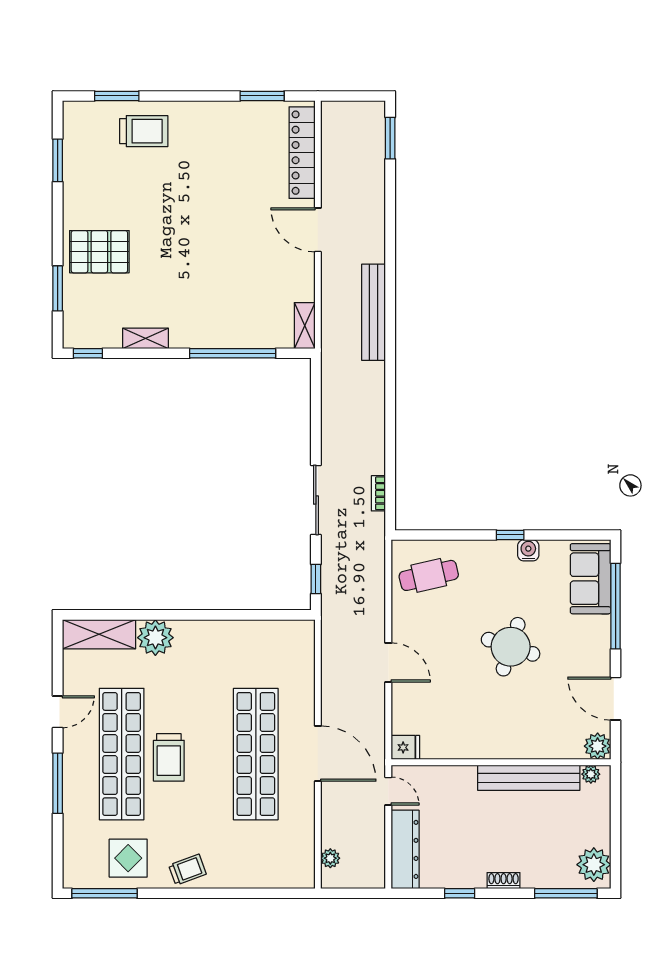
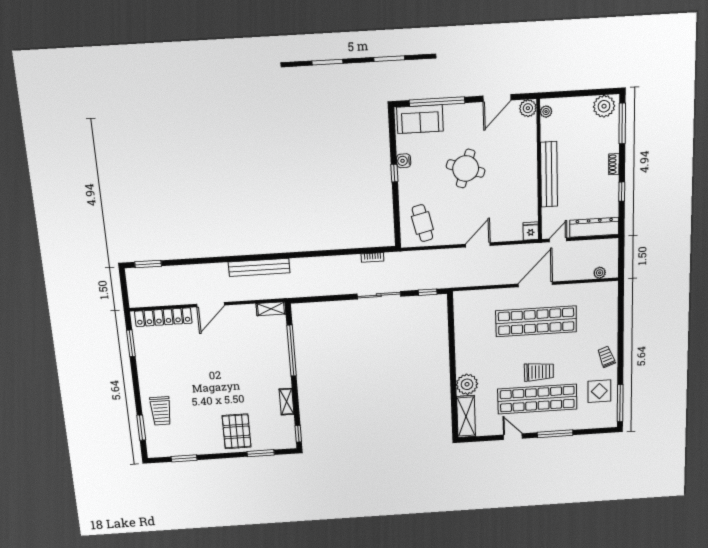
trolley: (144, 131) -> (161, 411), turned 180
bench: (529, 778) -> (549, 174), moved

